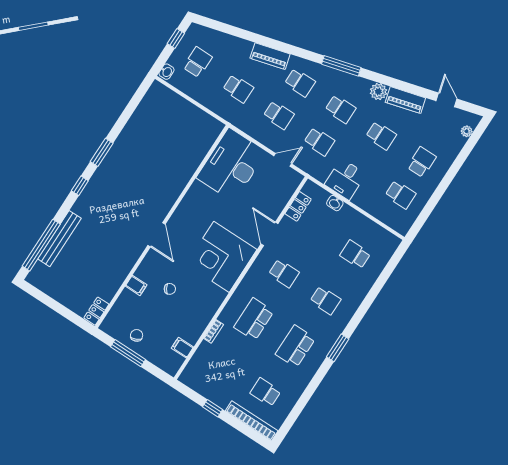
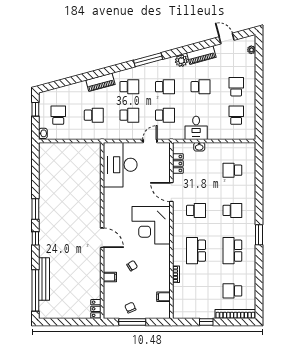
school desk: (400, 195) -> (236, 115), turned -90

